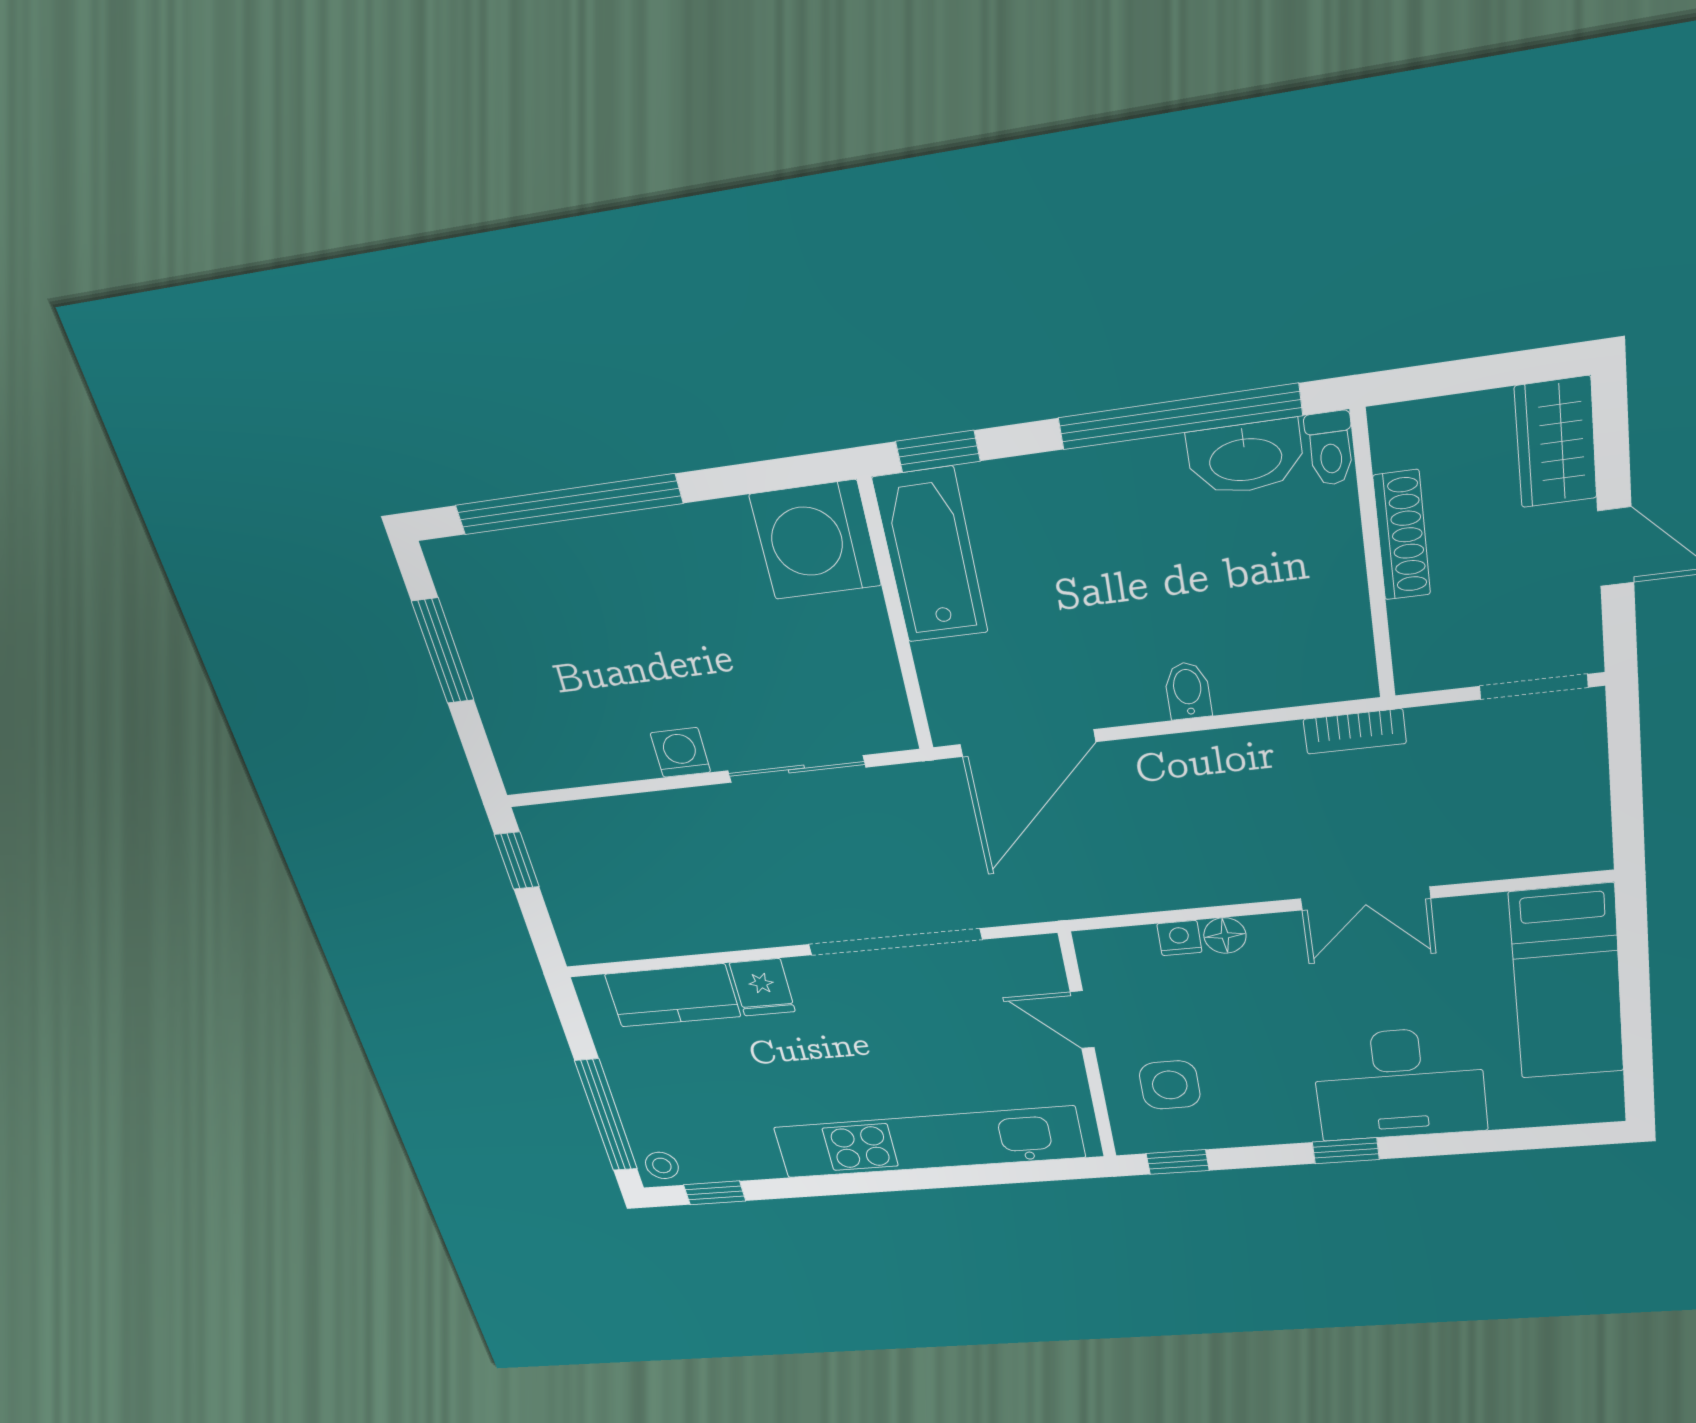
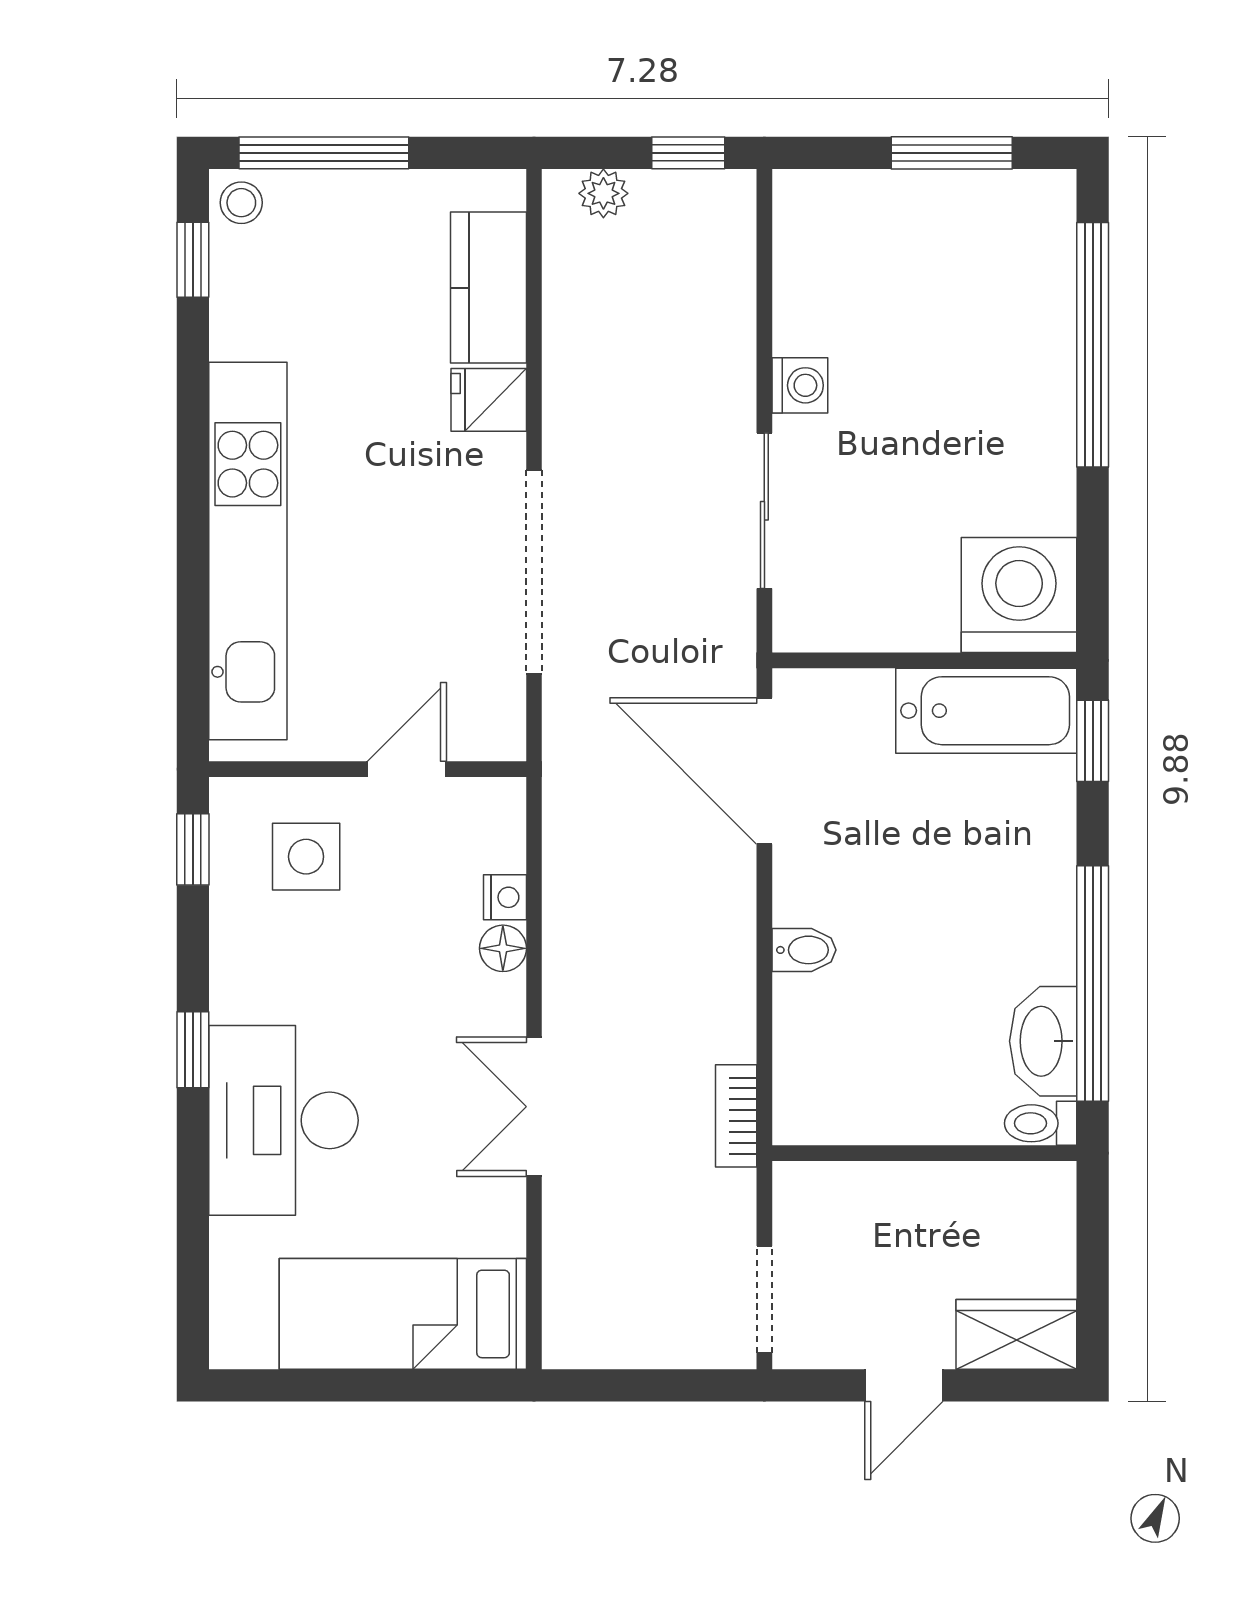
shoe rack: (1402, 535) -> (943, 1183), removed
plant: (571, 920) -> (603, 193), added

